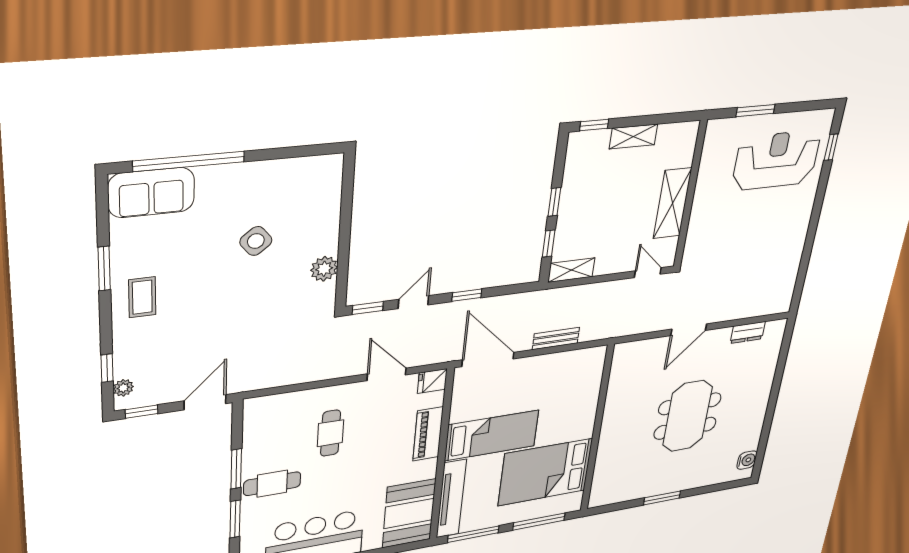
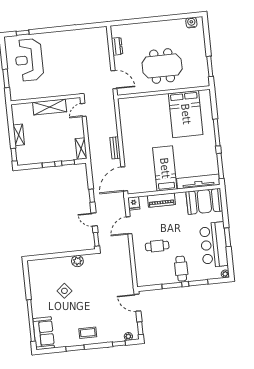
wall: (597, 430) -> (164, 92), moved
bed: (545, 472) -> (186, 114), moved

